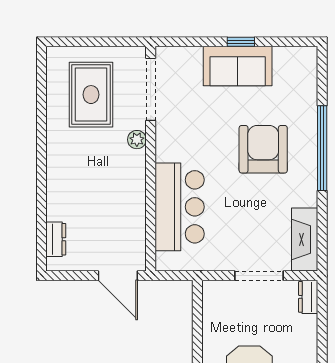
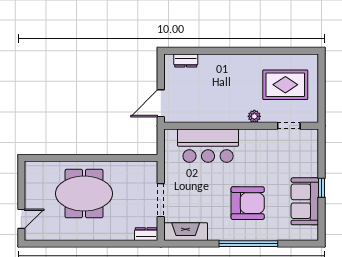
sofa: (238, 66) -> (305, 201), moved
doorway: (151, 89) -> (289, 126), width x0.53

